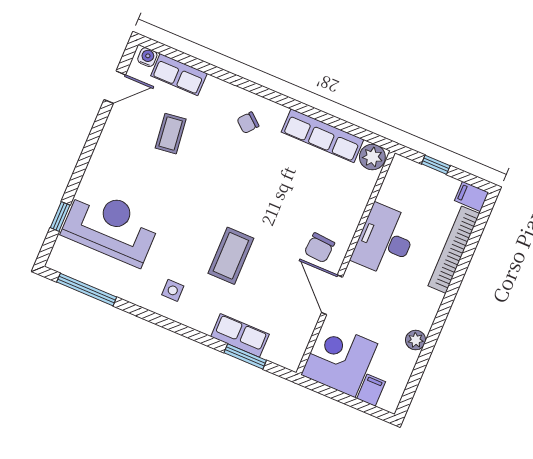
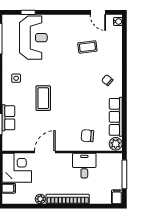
row of seats: (179, 75) -> (116, 39), removed
window: (436, 165) -> (124, 174), width x2.17
desk: (385, 240) -> (84, 166), width x0.73
chair: (319, 248) -> (87, 136), moved
bookcase: (454, 250) -> (68, 199), moved
coffee table: (231, 256) -> (43, 98), turned 90

